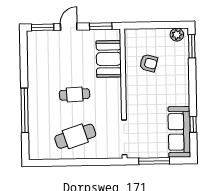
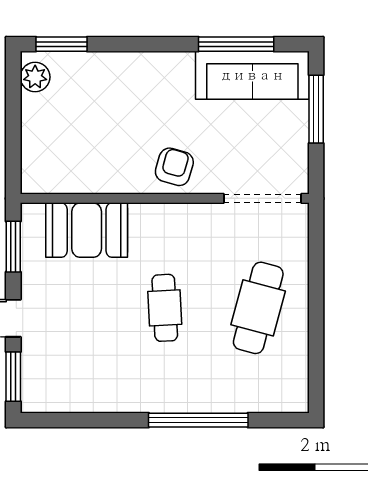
armchair: (149, 63) -> (174, 167), moved
window: (193, 124) -> (236, 44), width x2.17
cafe table: (75, 136) -> (258, 308), turned 33
window: (154, 161) -> (316, 109), moved

